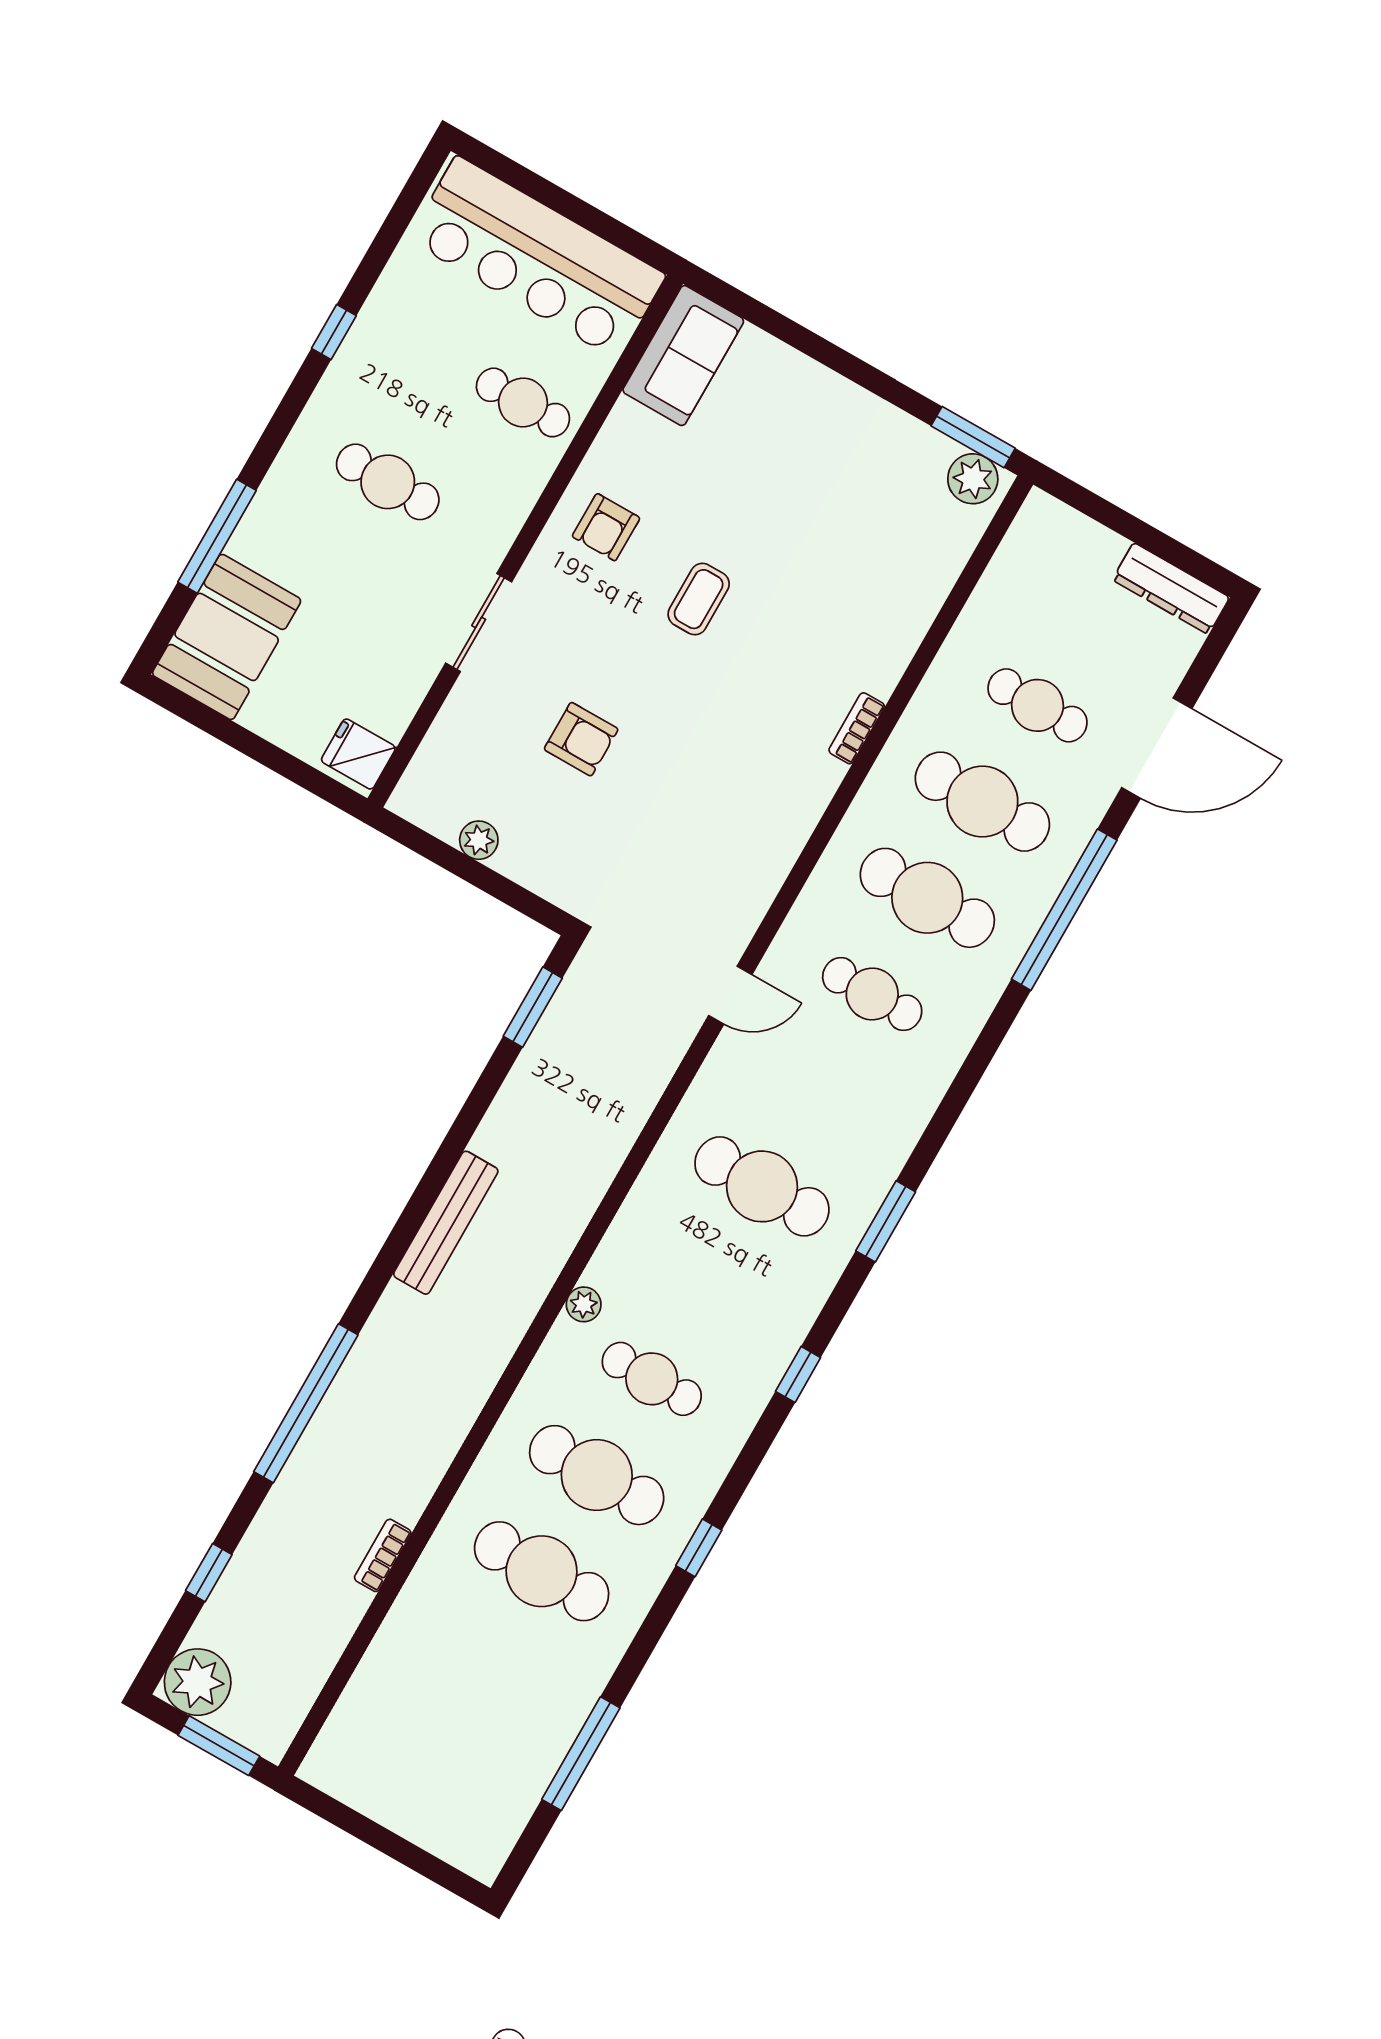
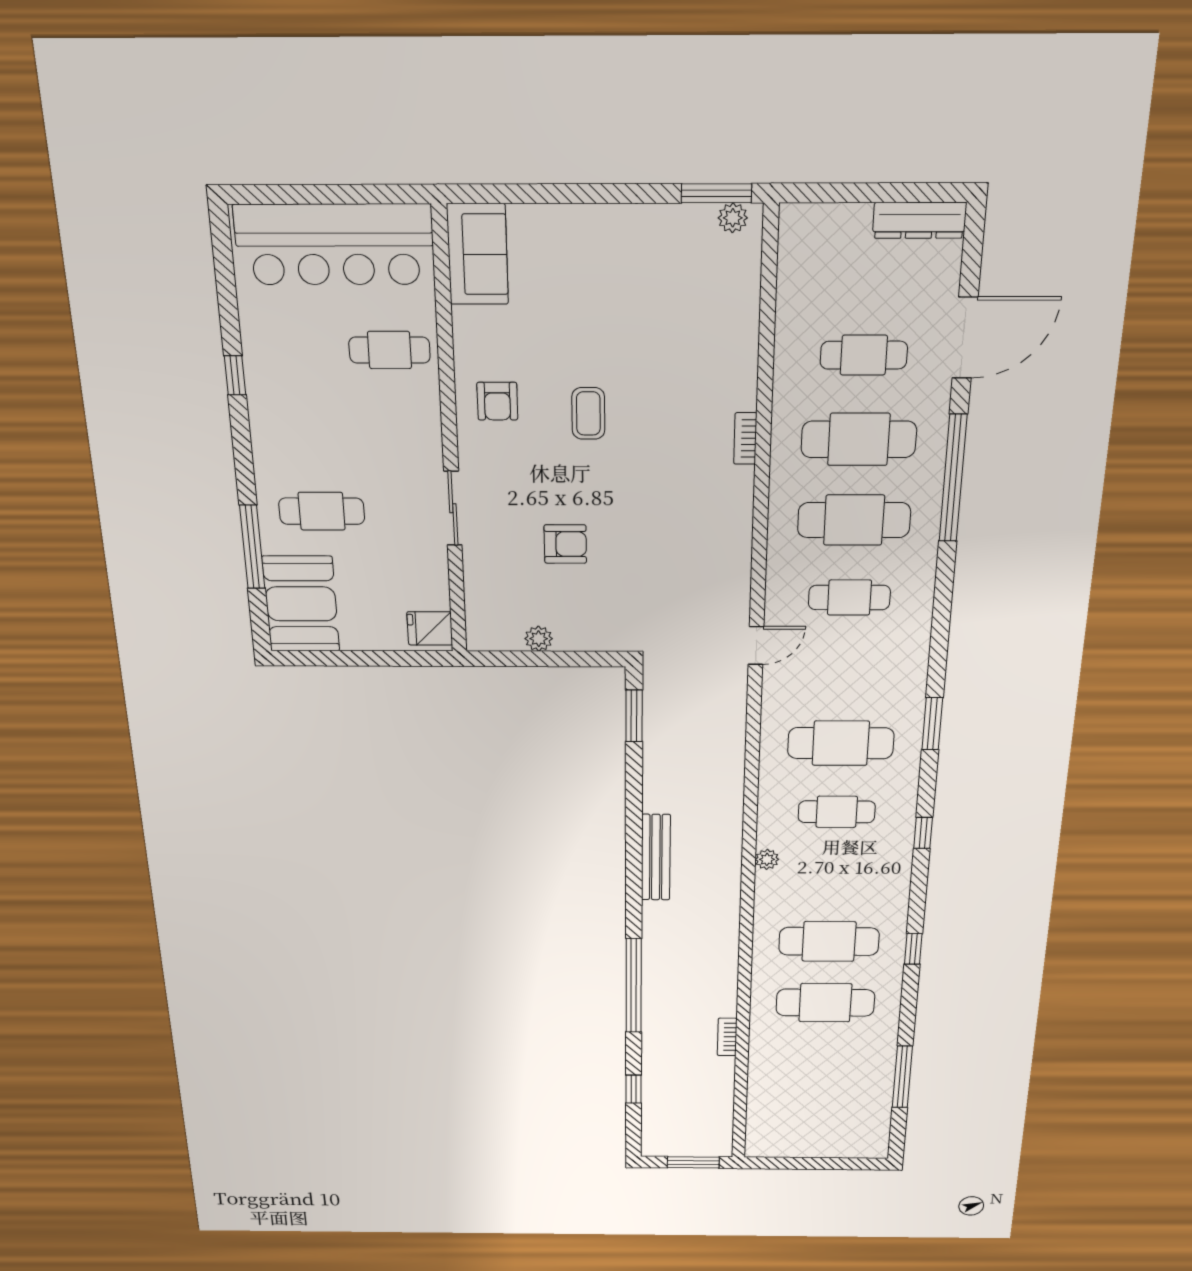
plant: (973, 479) -> (733, 218), width x0.73, depth x0.73
cafe table: (388, 482) -> (322, 511), moved
cafe table: (652, 1379) -> (837, 812), moved
plant: (198, 1682) -> (662, 1140), removed

